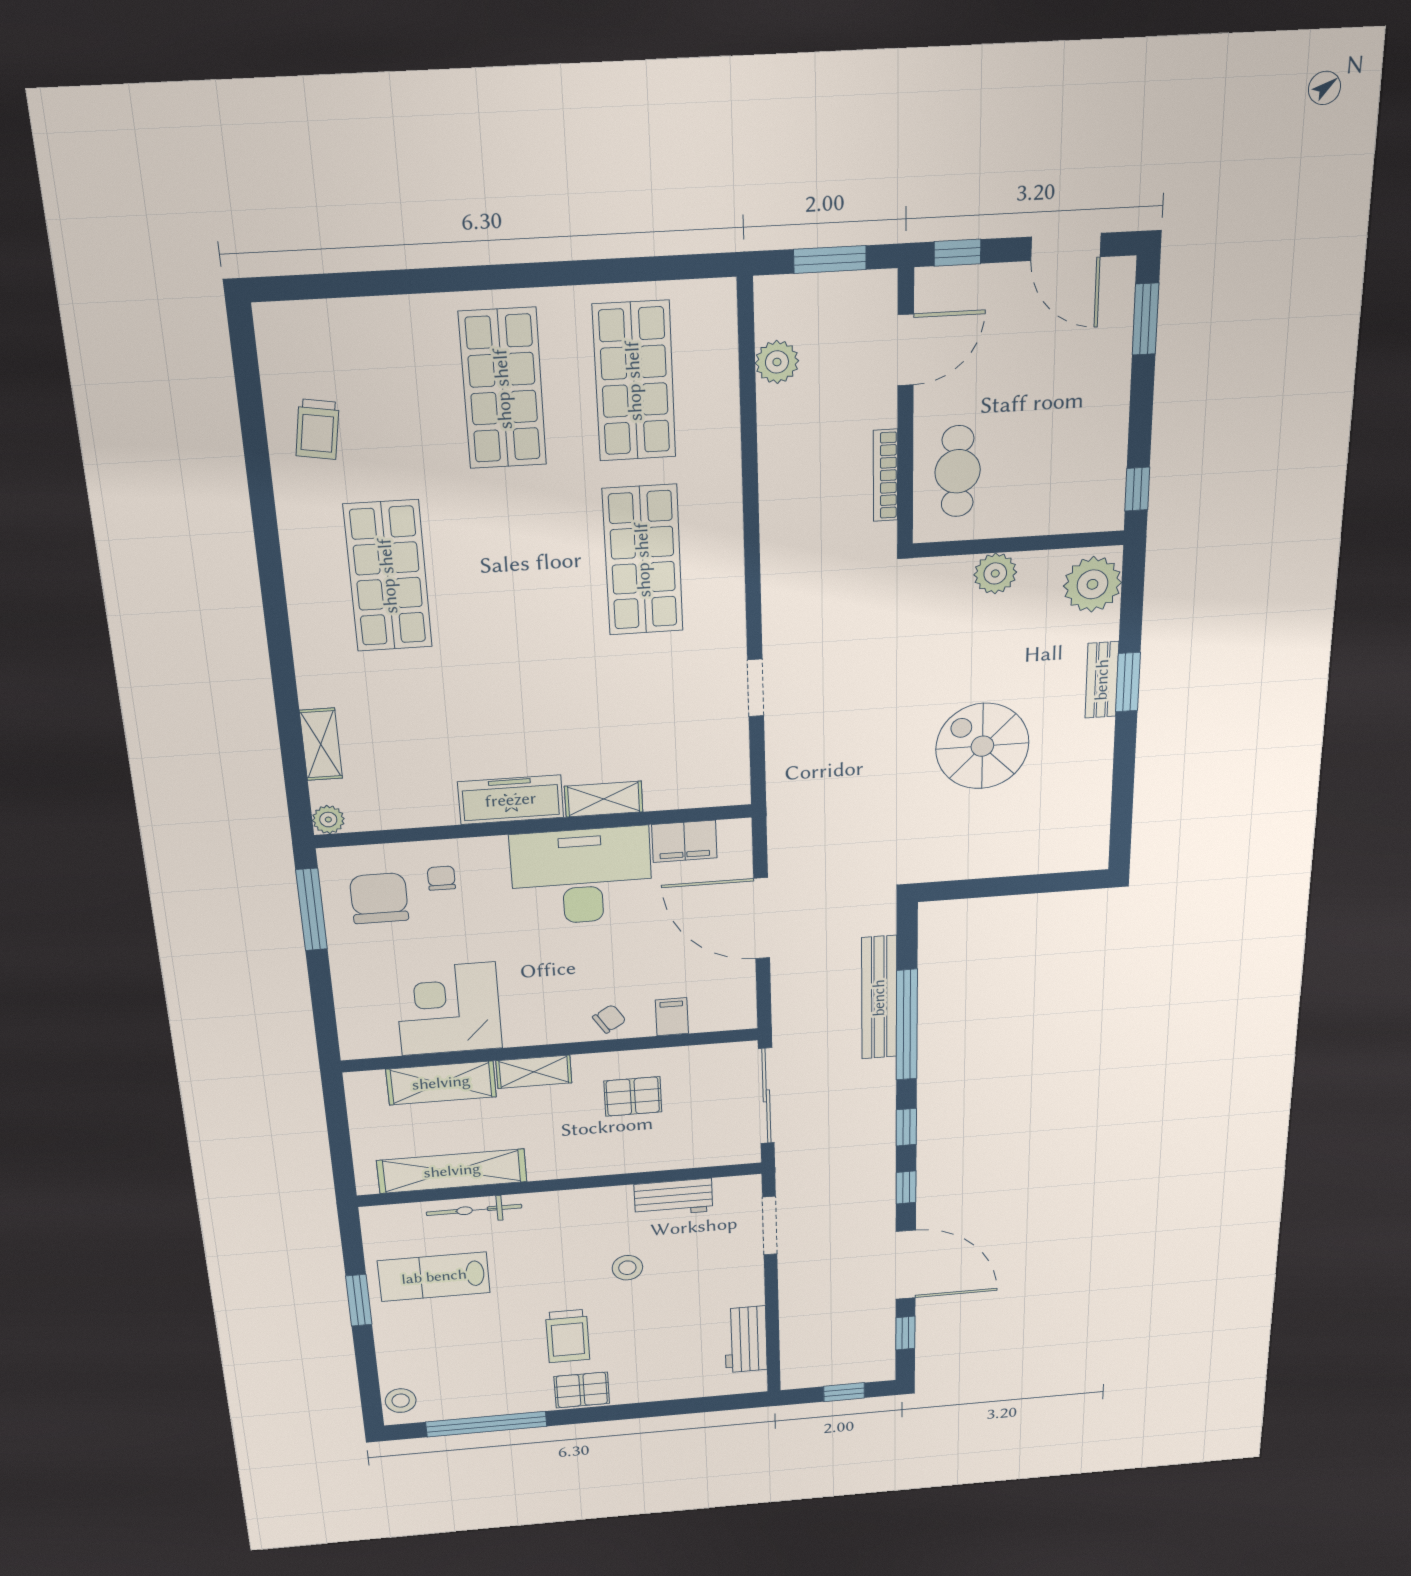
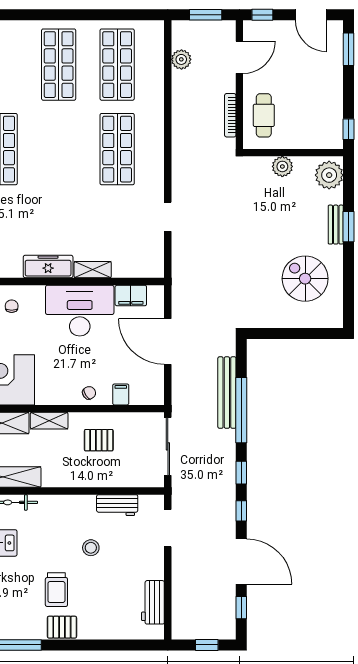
spiral stairs: (982, 746) -> (305, 279), moved

